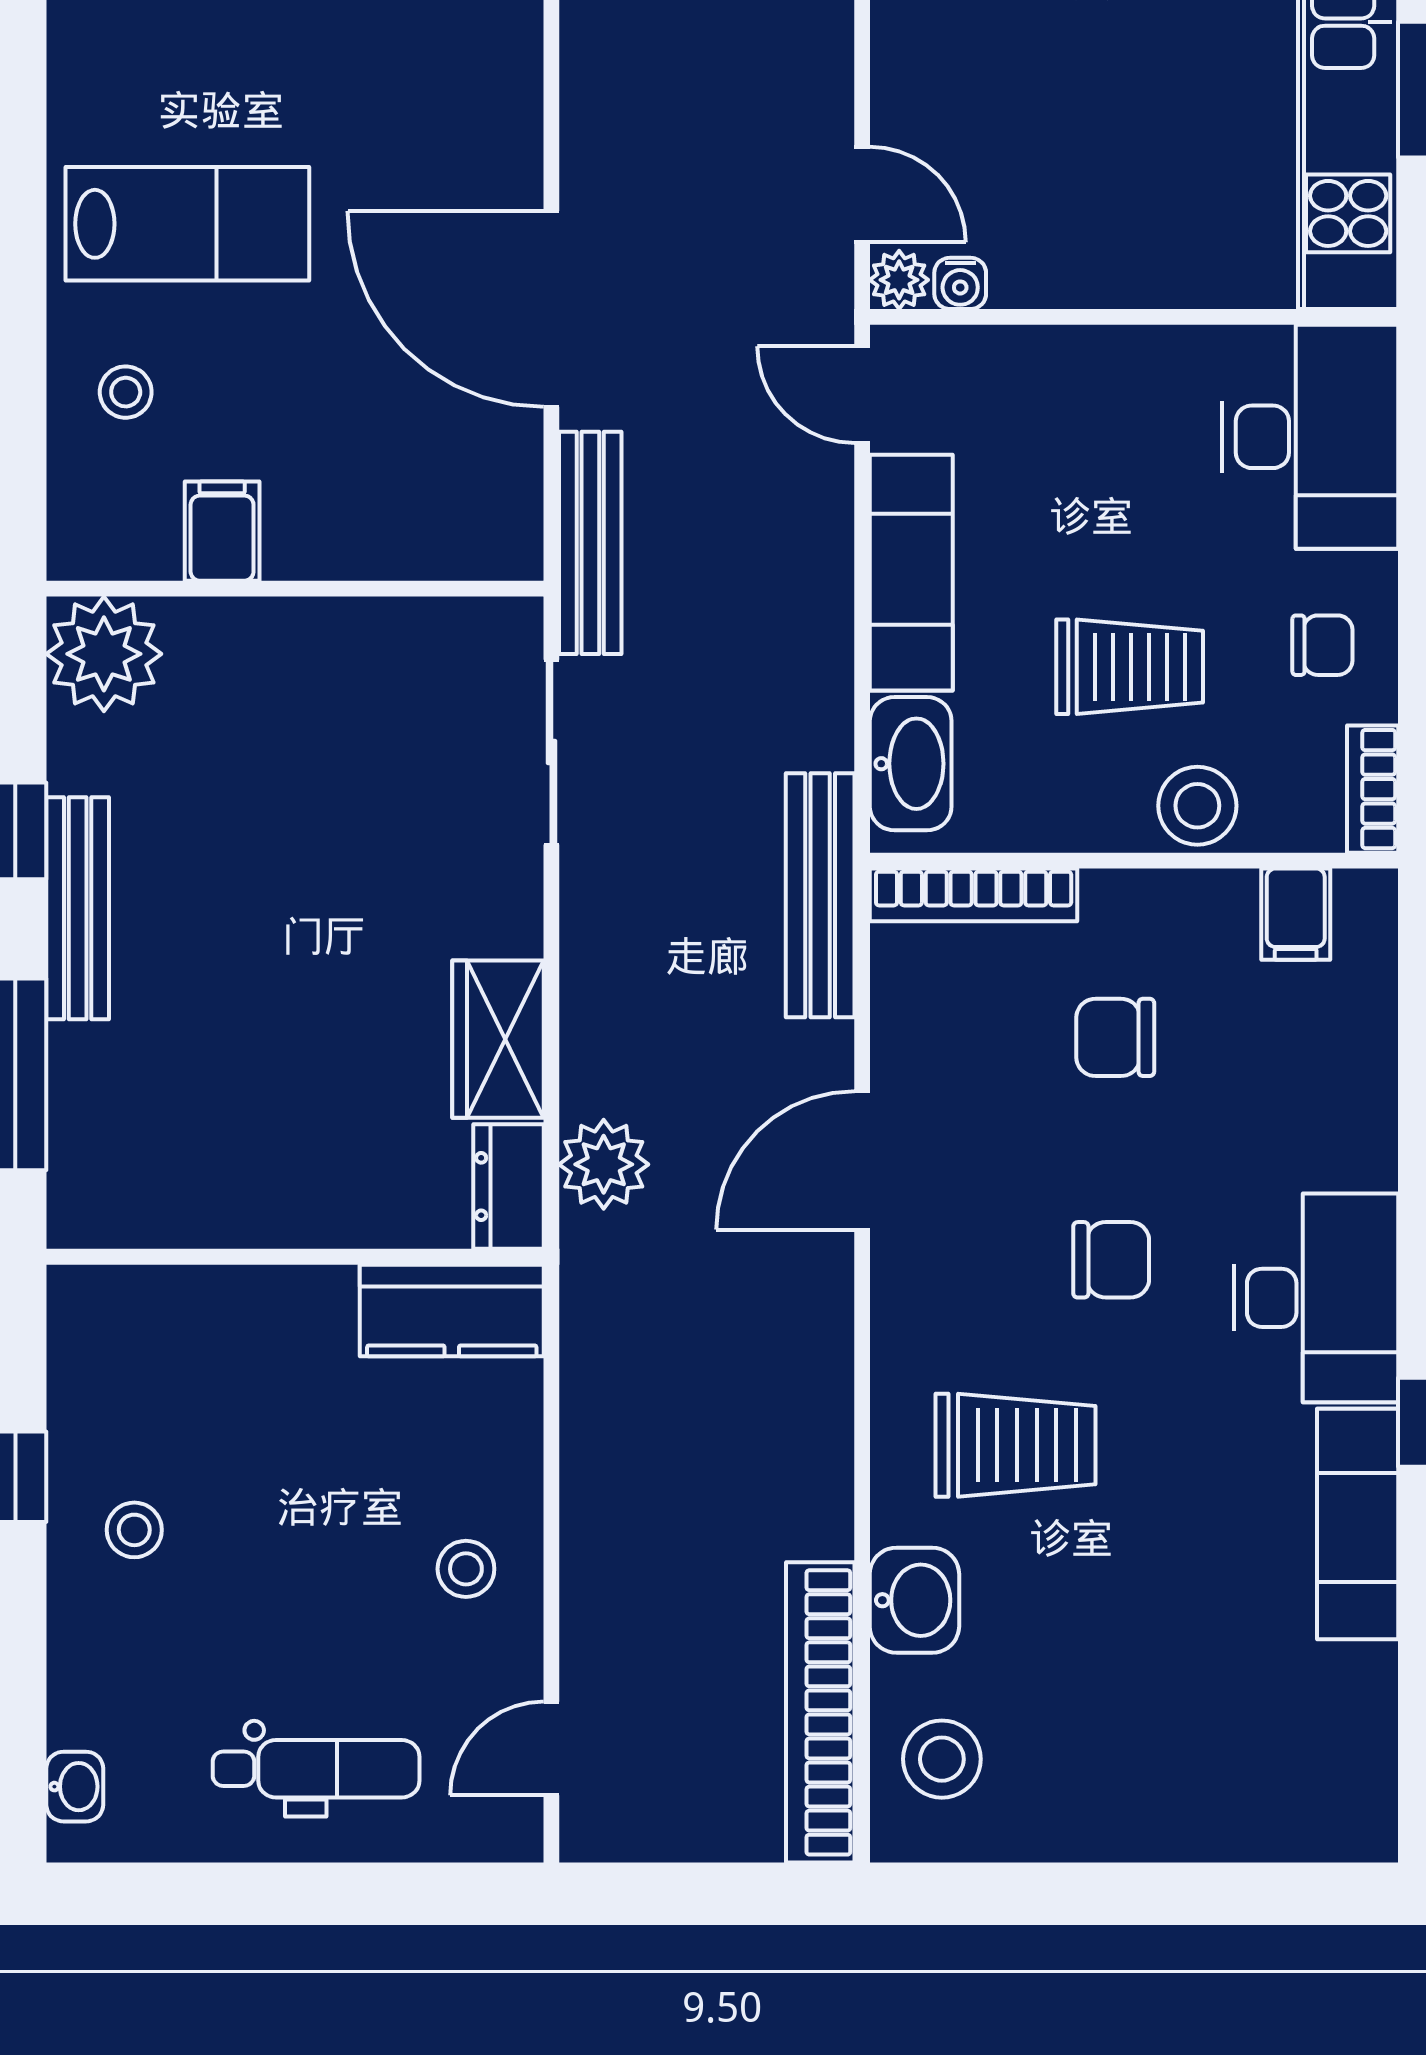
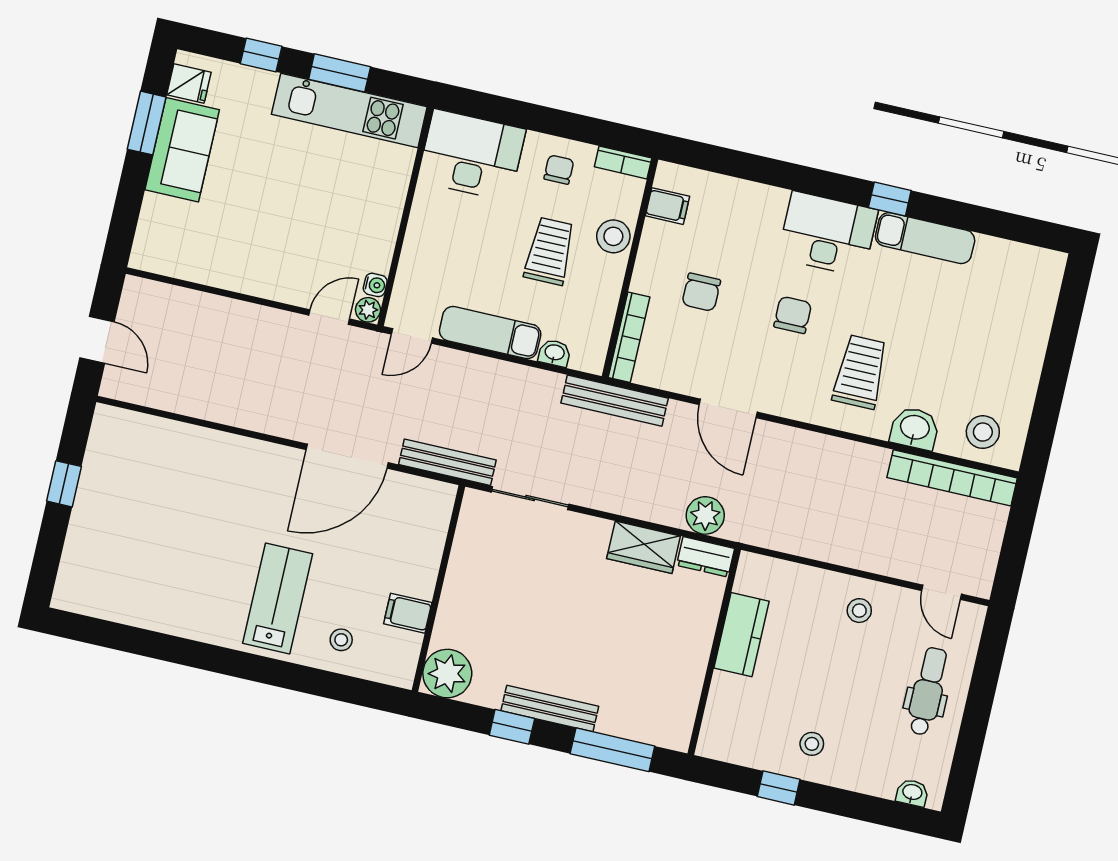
washbasin: (911, 764) -> (554, 353), width x0.52, depth x0.69
kitchen counter: (452, 1310) -> (741, 635), moved

